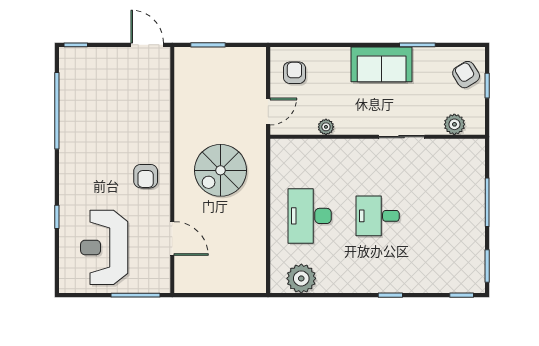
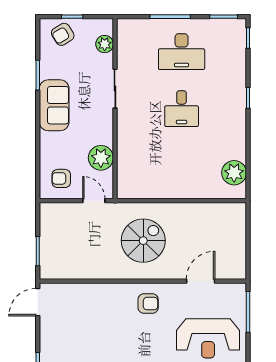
plant: (326, 127) -> (101, 158), width x1.87, depth x1.87
spiral stairs: (220, 170) -> (143, 241), turned -90
desk: (310, 216) -> (182, 52), moved

